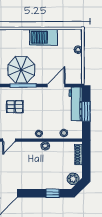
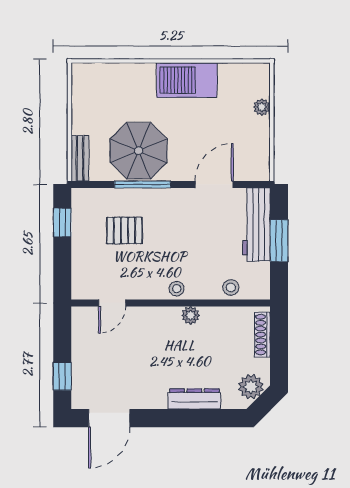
dresser: (47, 184) -> (194, 399), added
window: (53, 193) -> (206, 418), removed

